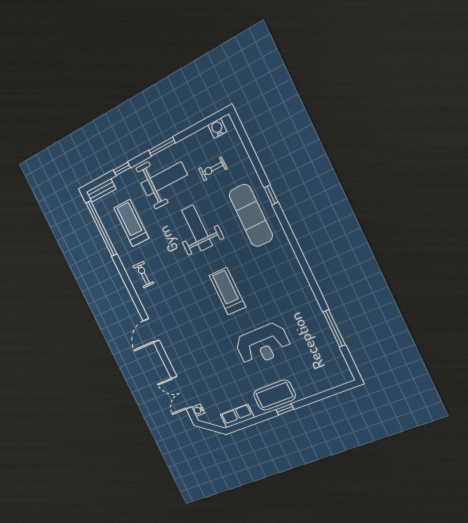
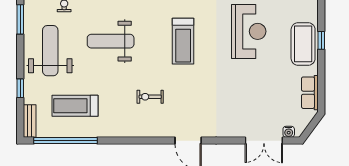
window: (162, 147) -> (20, 19), moved
exercise bike: (144, 275) -> (150, 97), moved
treadmill: (227, 291) -> (183, 41), turned -90

